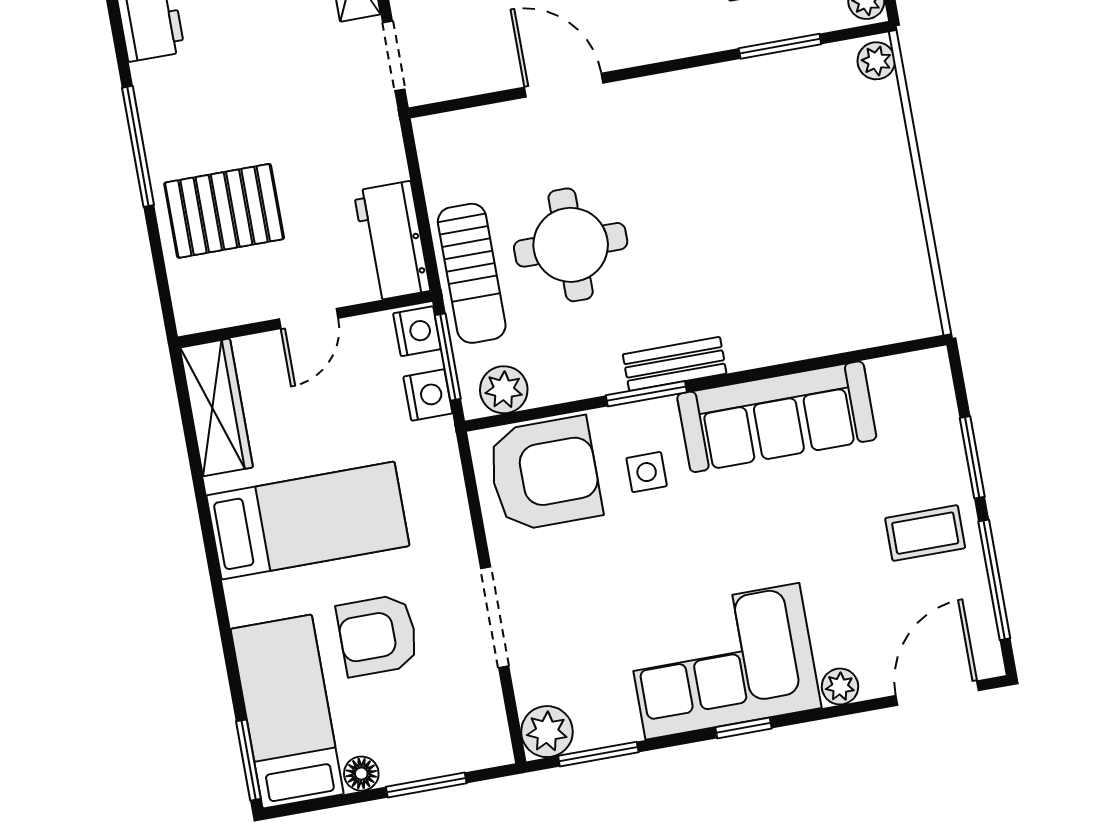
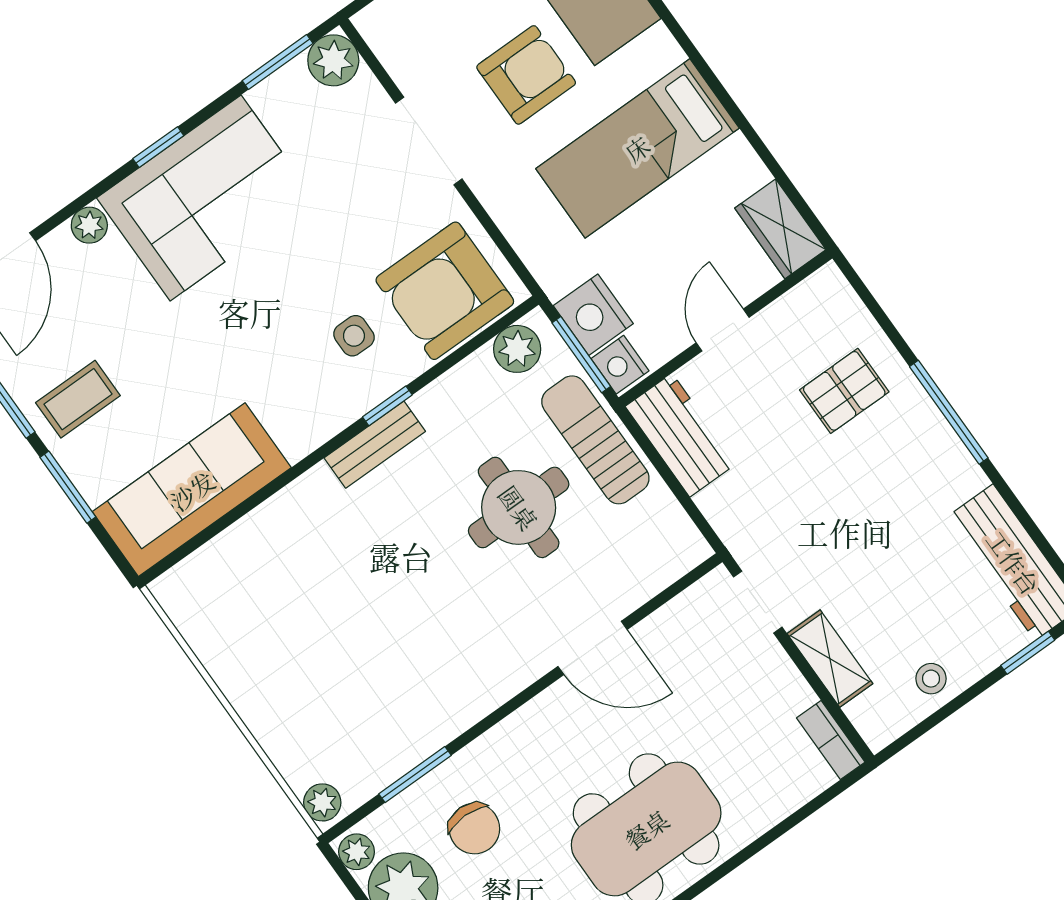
pallet: (224, 211) -> (844, 391), width x0.67, depth x0.71
window: (646, 394) -> (387, 406), width x0.67
nightstand: (428, 395) -> (593, 315), width x1.36, depth x1.33
wardrobe: (216, 407) -> (780, 229), width x0.67
sofa: (777, 417) -> (192, 490), moved

